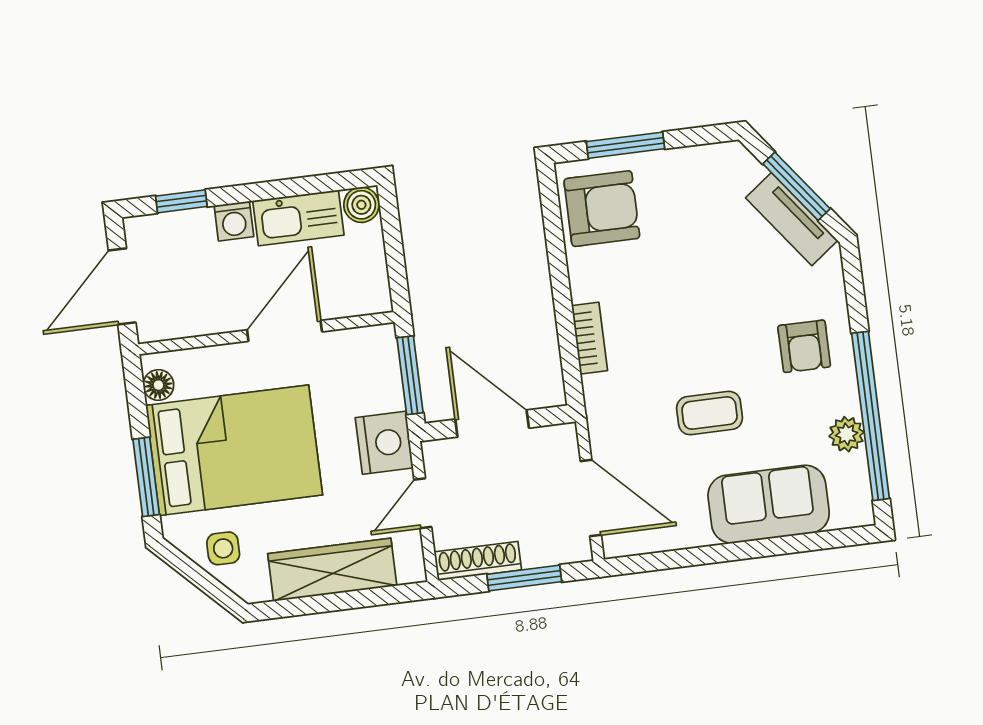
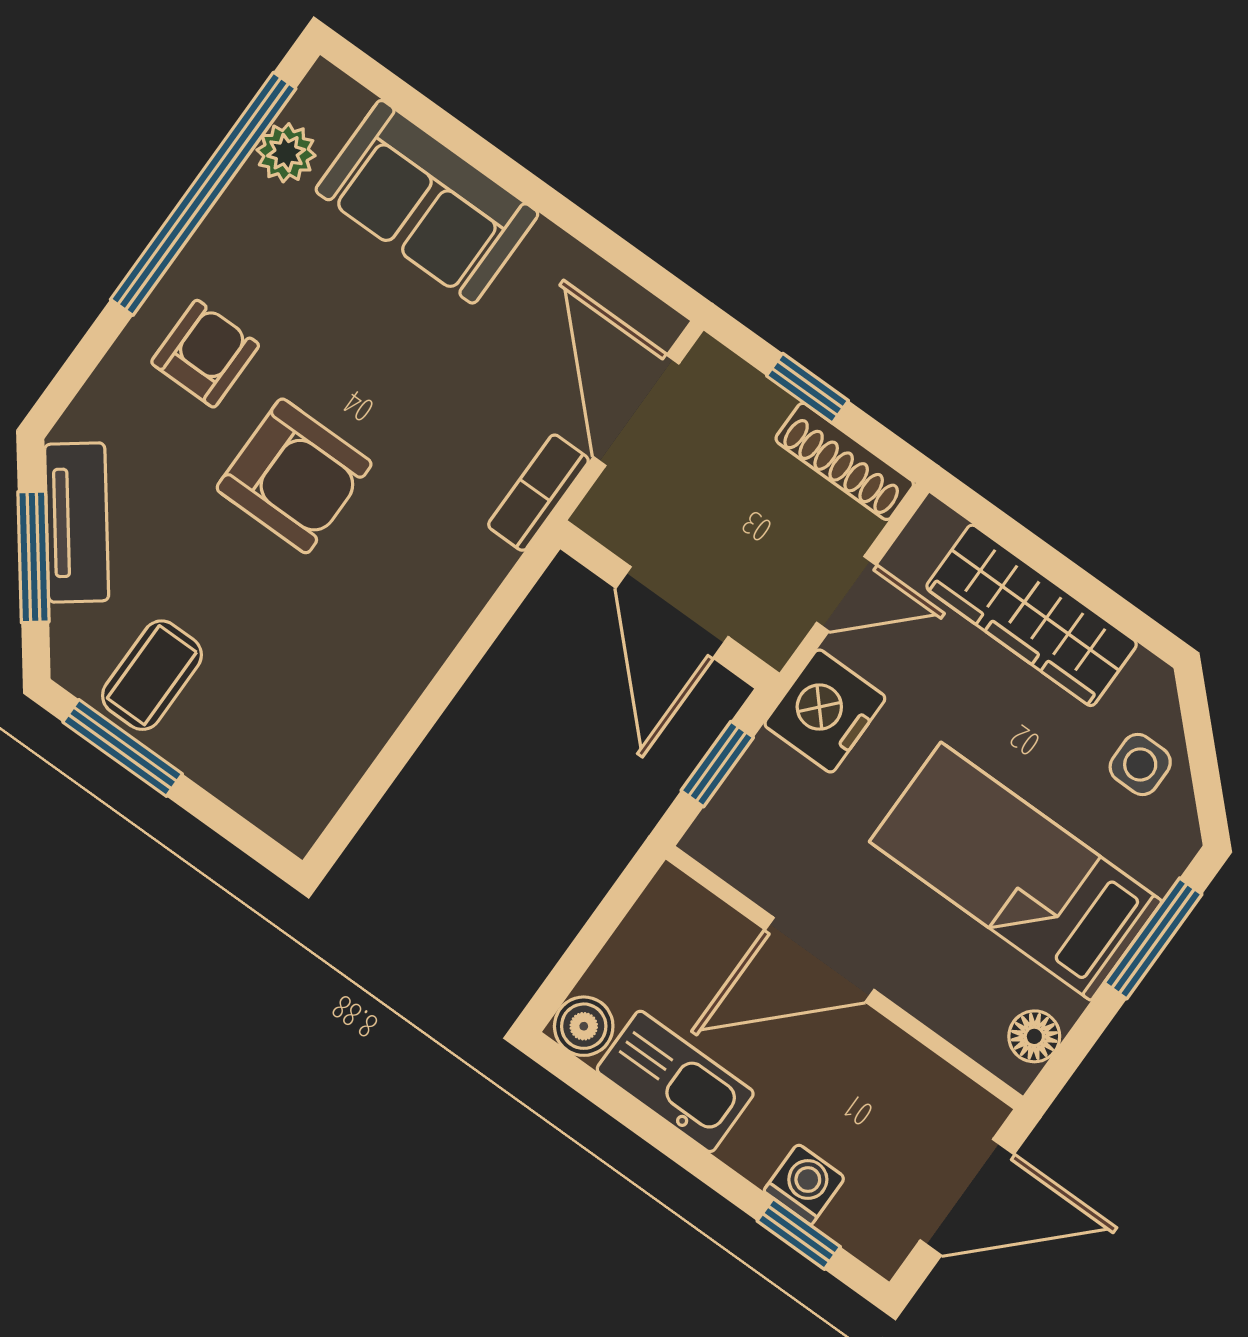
window: (625, 145) -> (123, 748), moved
armchair: (602, 209) -> (294, 476), moved, turned 180
washing machine: (234, 221) -> (804, 1184), moved
bookcase: (590, 338) -> (538, 493), moved
window: (410, 375) -> (717, 764), width x0.67
coffee table: (710, 413) -> (152, 675), moved, turned 90
plant: (847, 434) -> (286, 153), moved
bed: (234, 450) -> (1016, 872), width x0.67
window: (524, 578) -> (808, 388), width x0.67

